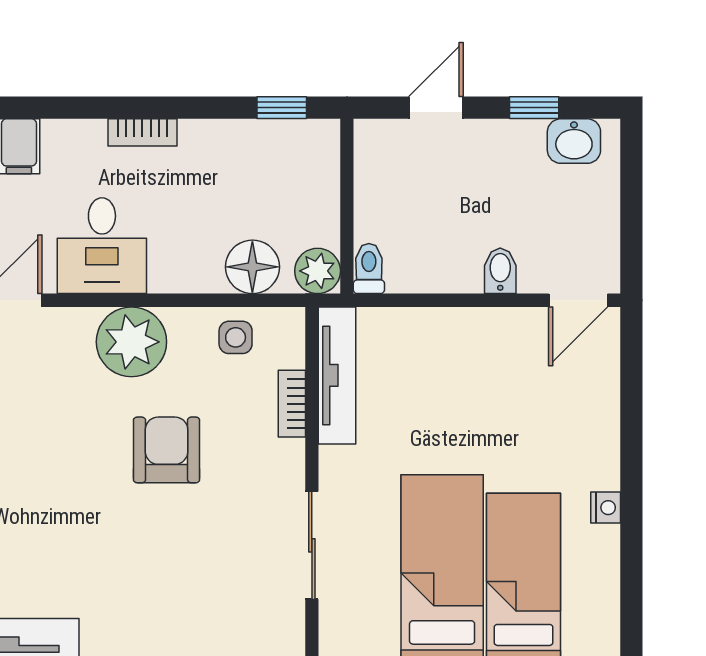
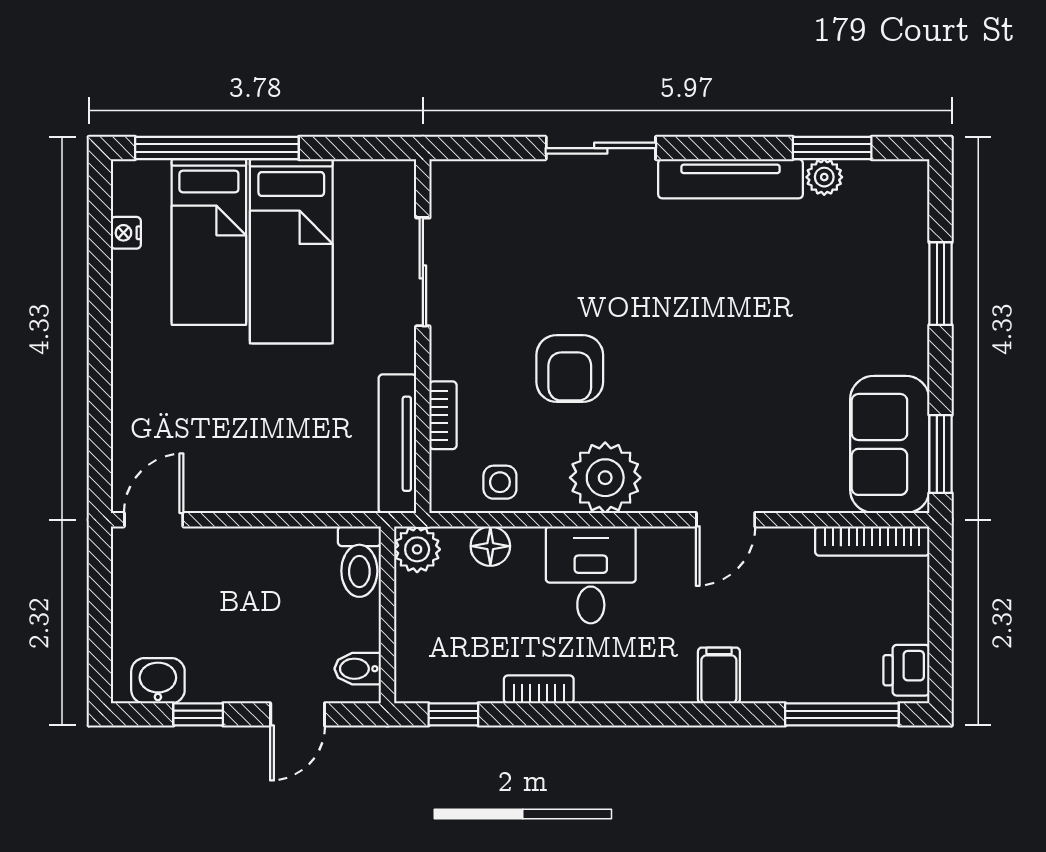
bookcase: (142, 132) -> (539, 689), moved
desk: (102, 246) -> (591, 575), moved
floor lamp: (252, 267) -> (490, 546), width x0.73, depth x0.73
toilet: (369, 269) -> (359, 562), width x1.37, depth x1.39
bidet: (500, 271) -> (358, 669), moved, turned 90
nightstand: (606, 508) -> (126, 233), moved

